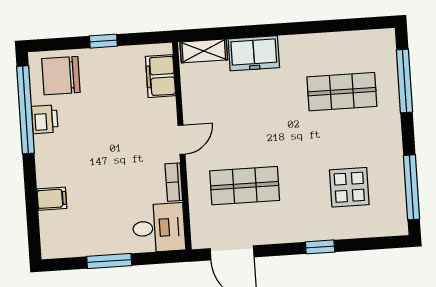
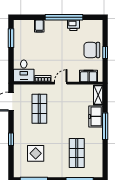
window: (275, 30) -> (105, 126), added
chair: (61, 76) -> (92, 50), moved, turned -90
window: (26, 110) -> (64, 17), moved
door: (181, 140) -> (61, 83), swing flipped
window: (109, 261) -> (11, 38), moved

